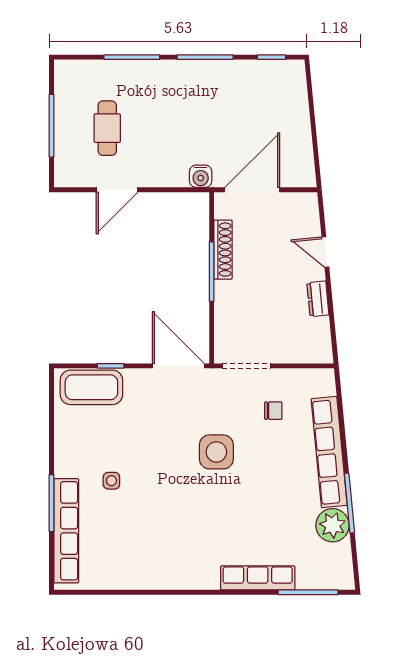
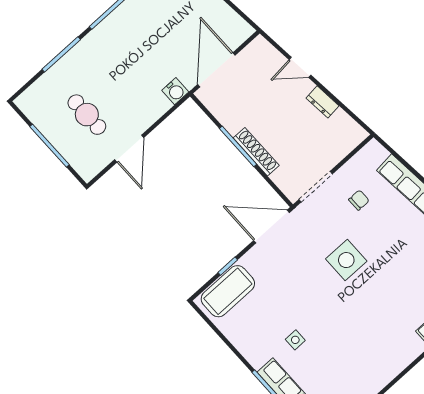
shoe rack: (223, 250) -> (256, 152), moved

